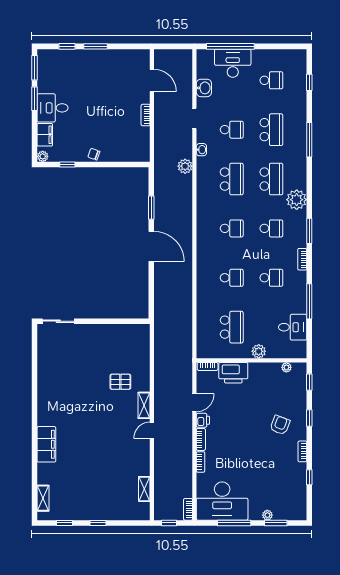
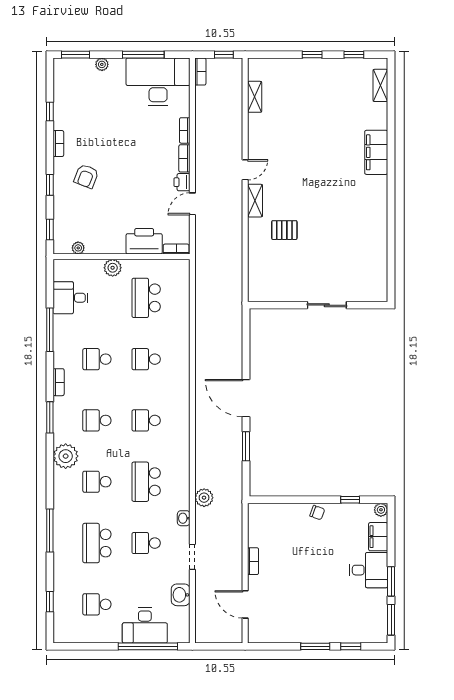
school desk: (271, 179) -> (97, 482), width x0.54
sliding door: (58, 321) -> (327, 305), moved
window: (276, 523) -> (76, 55), moved

